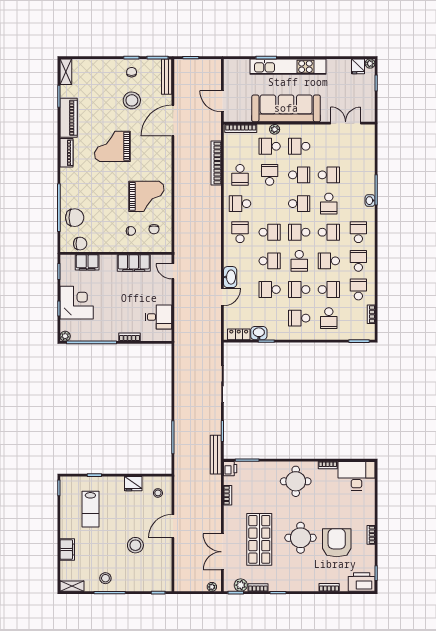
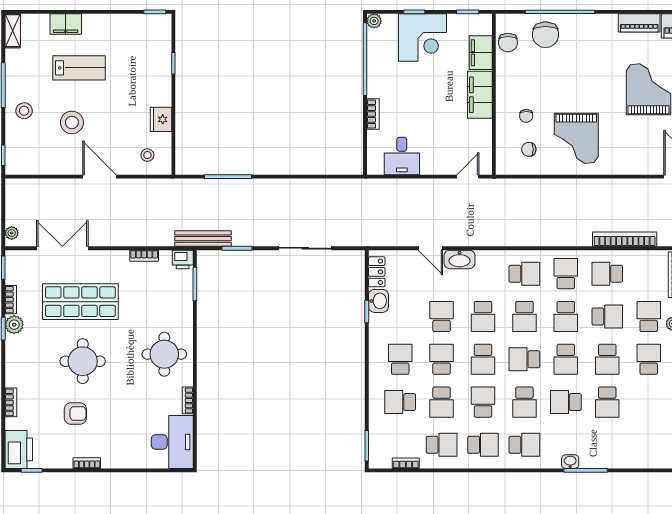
school desk: (270, 204) -> (566, 316), added
school desk: (299, 232) -> (524, 359), turned -90
school desk: (299, 261) -> (483, 359), turned -90
filing cabinet: (134, 263) -> (480, 95), moved
lab bench: (90, 509) -> (79, 68), moved, turned 180
armchair: (337, 543) -> (75, 413), width x0.53, depth x0.53
stool: (105, 578) -> (24, 111), moved
plant: (241, 585) -> (14, 325), moved

